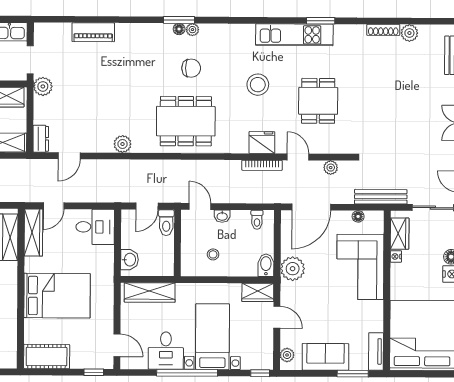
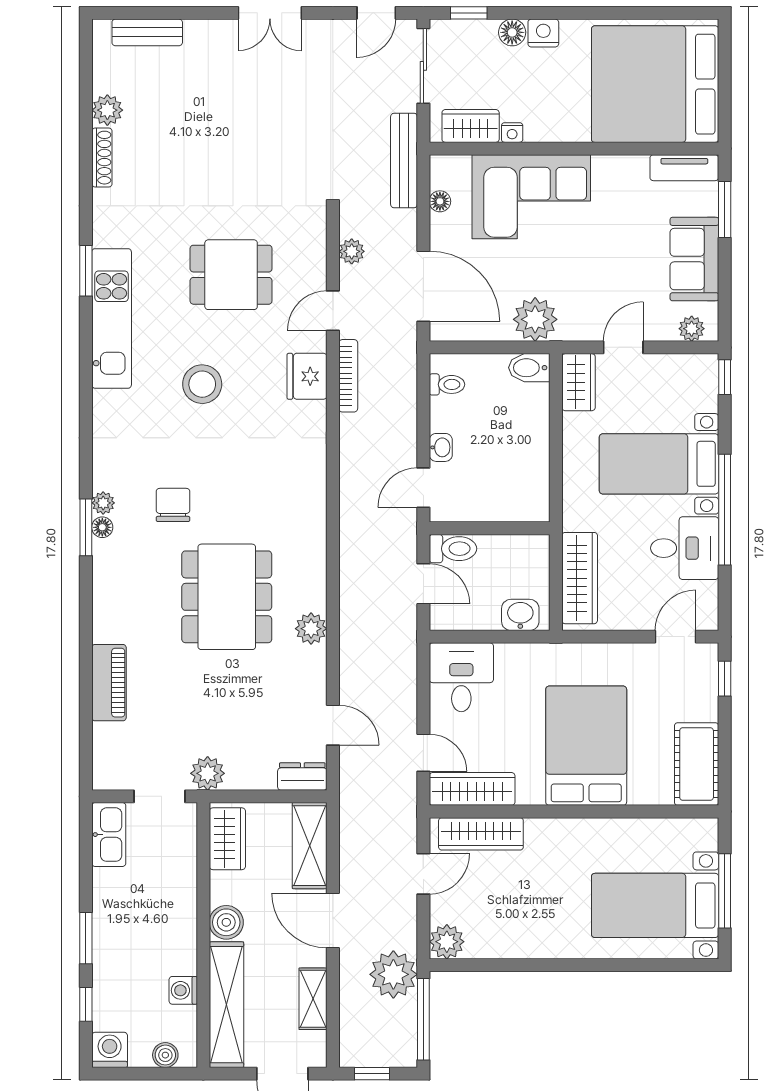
dining table: (186, 121) -> (227, 597), moved
stool: (213, 254) -> (510, 464), removed

